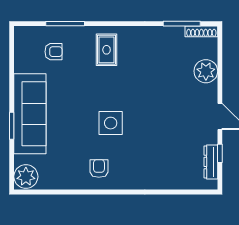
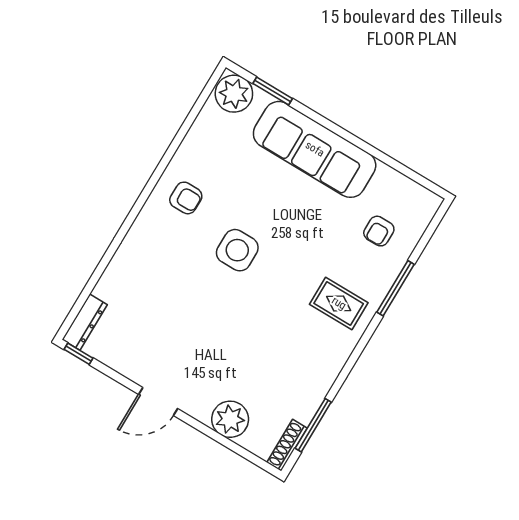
window: (65, 24) -> (395, 288), moved
window: (12, 126) -> (273, 91), moved
window: (220, 153) -> (79, 354), moved
dresser: (211, 162) -> (85, 322), moved, turned 90

